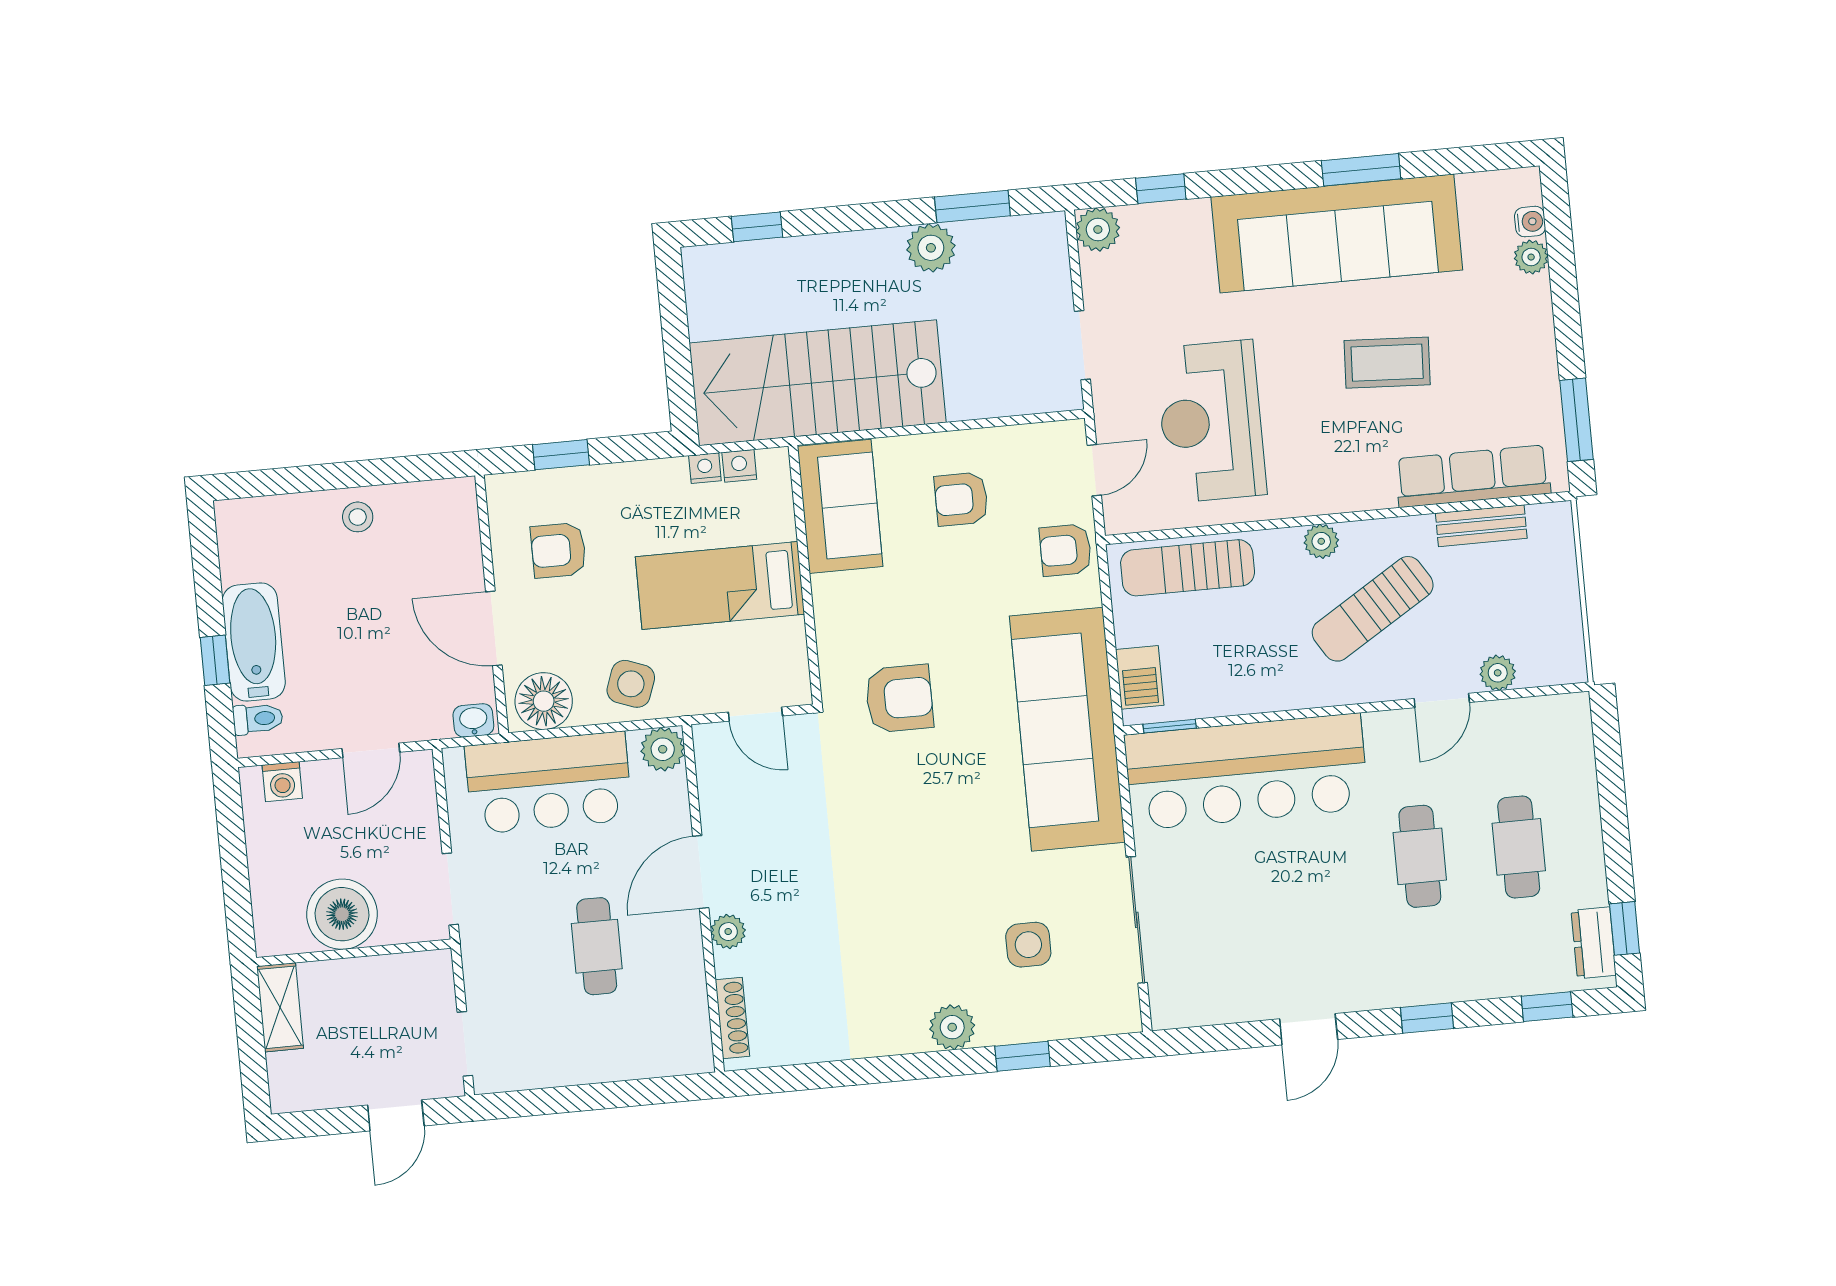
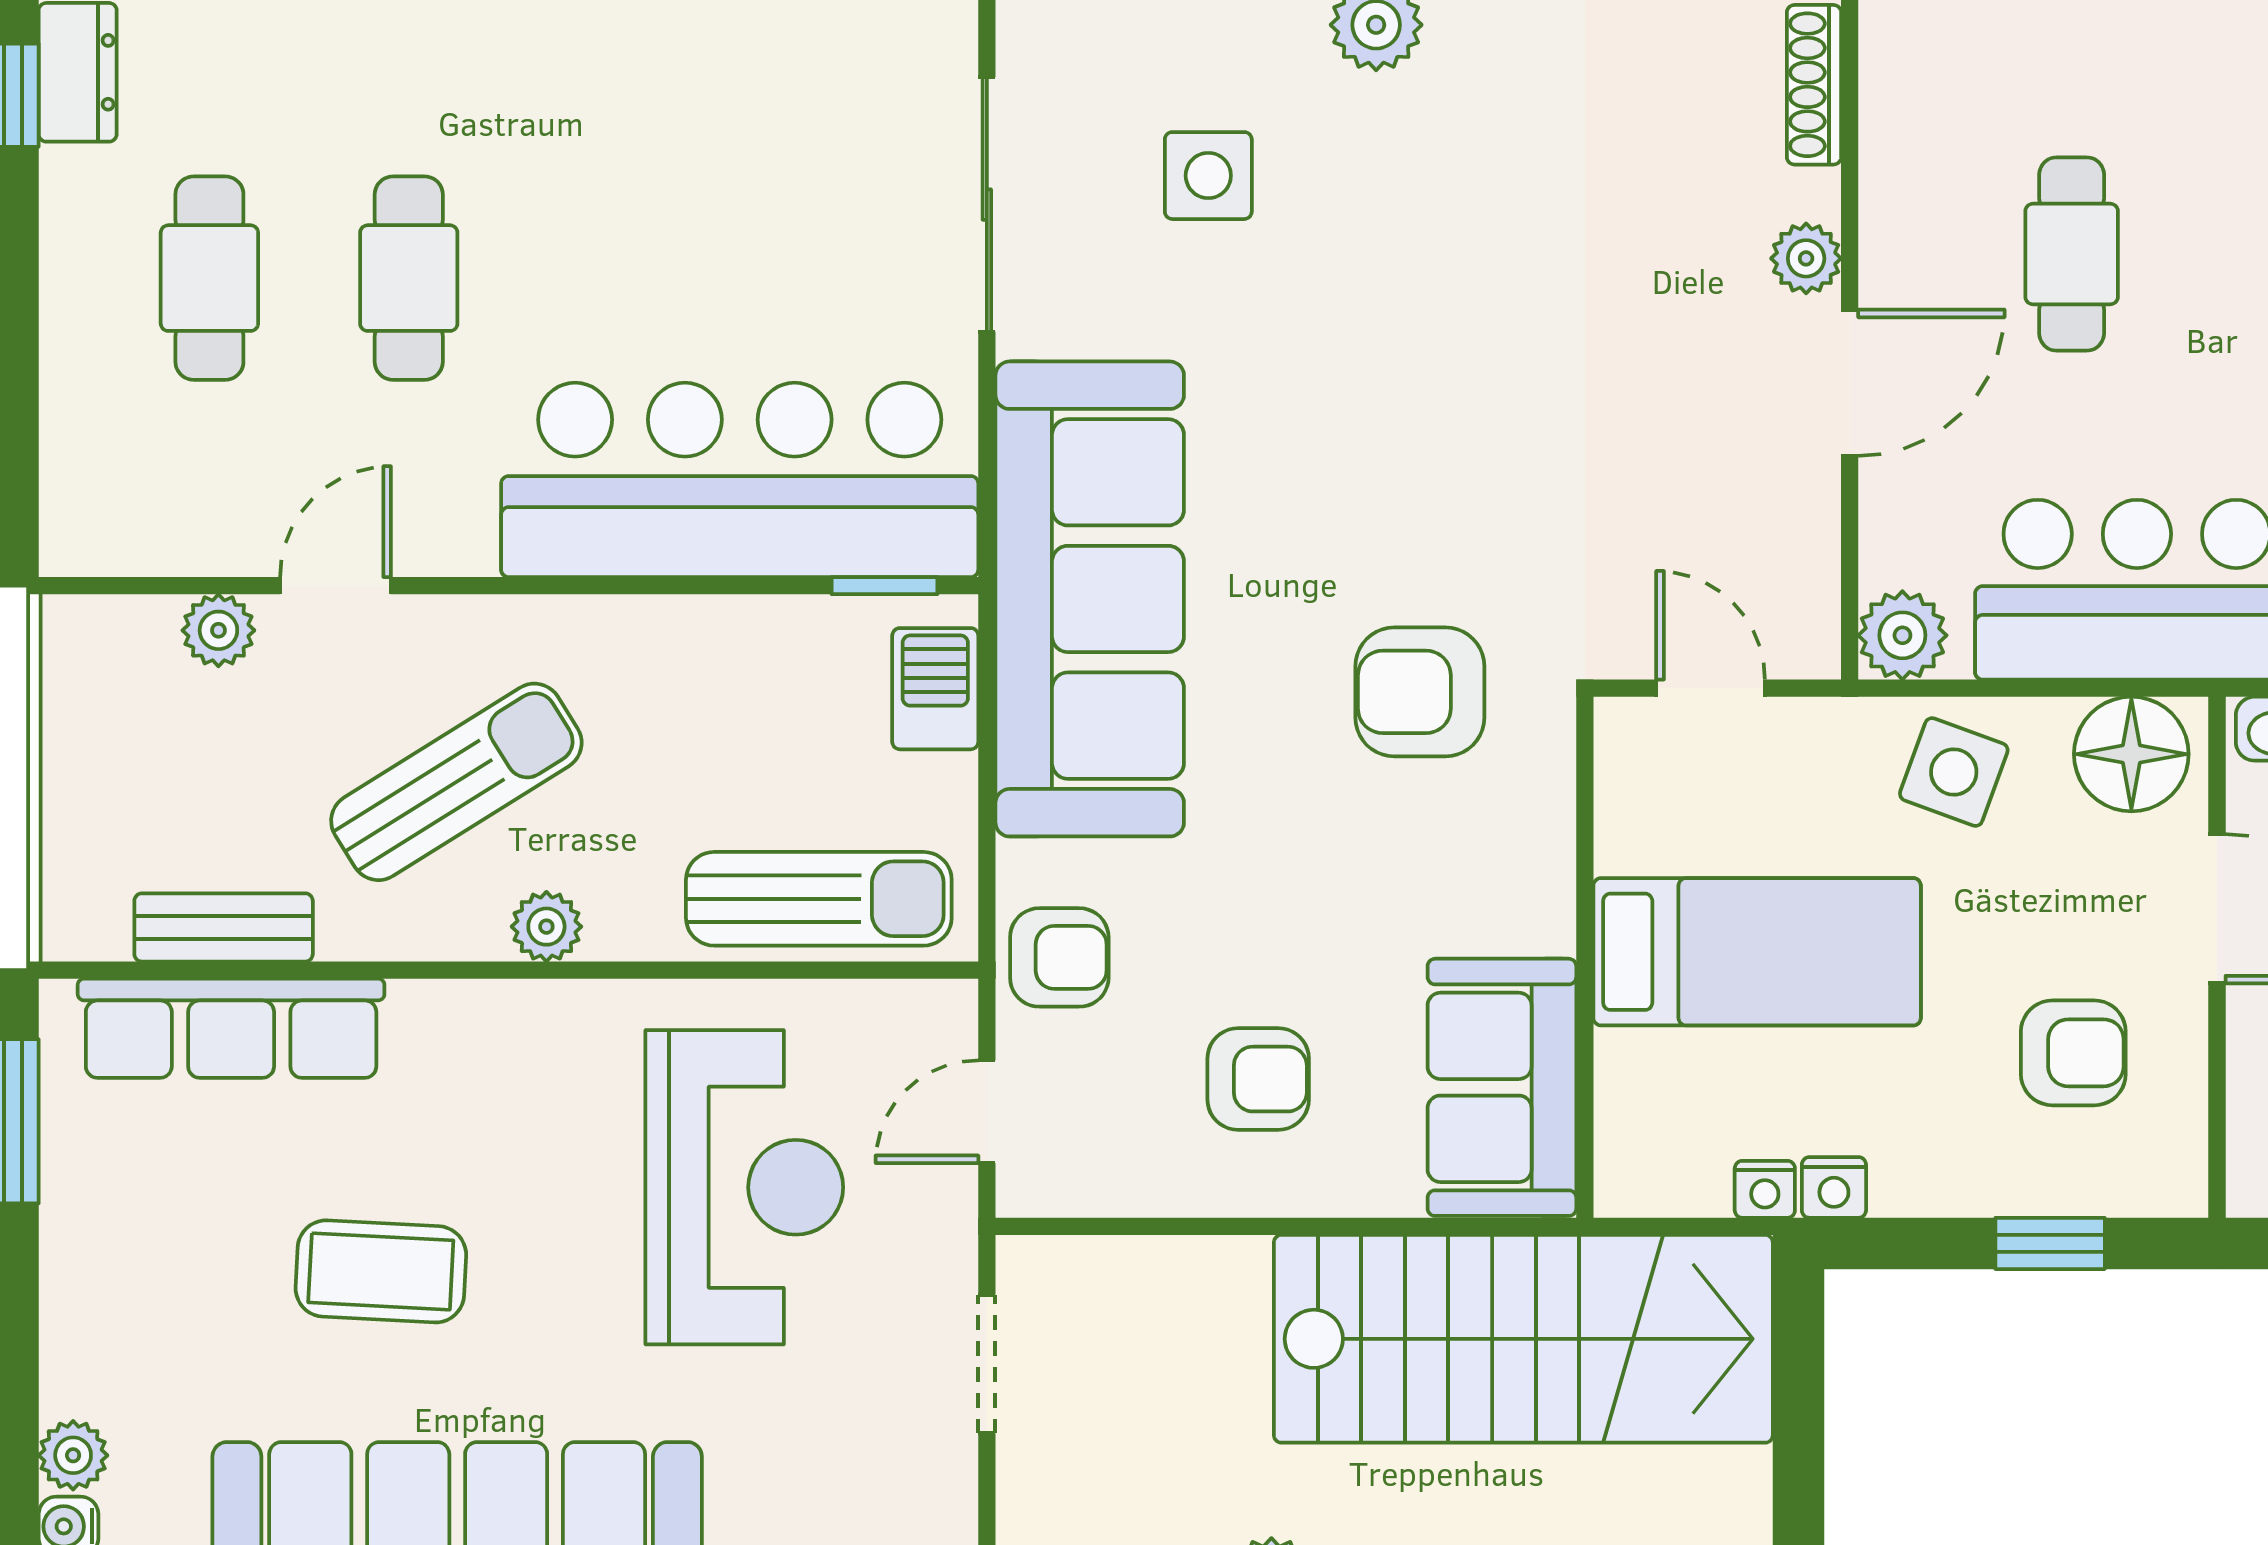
nightstand: (739, 466) -> (1834, 1187), moved

